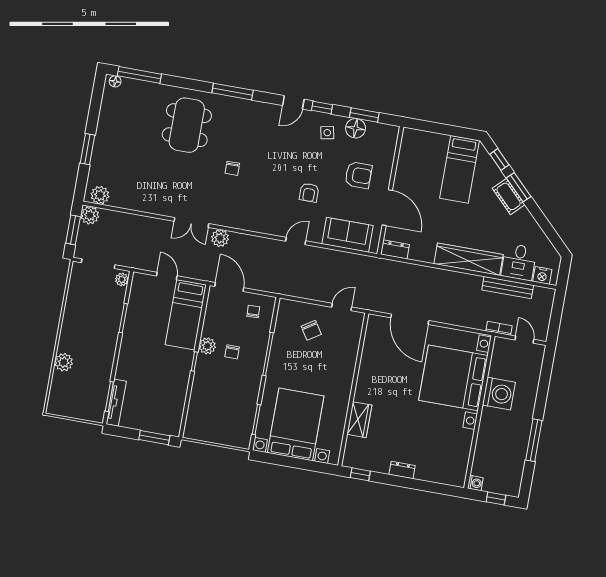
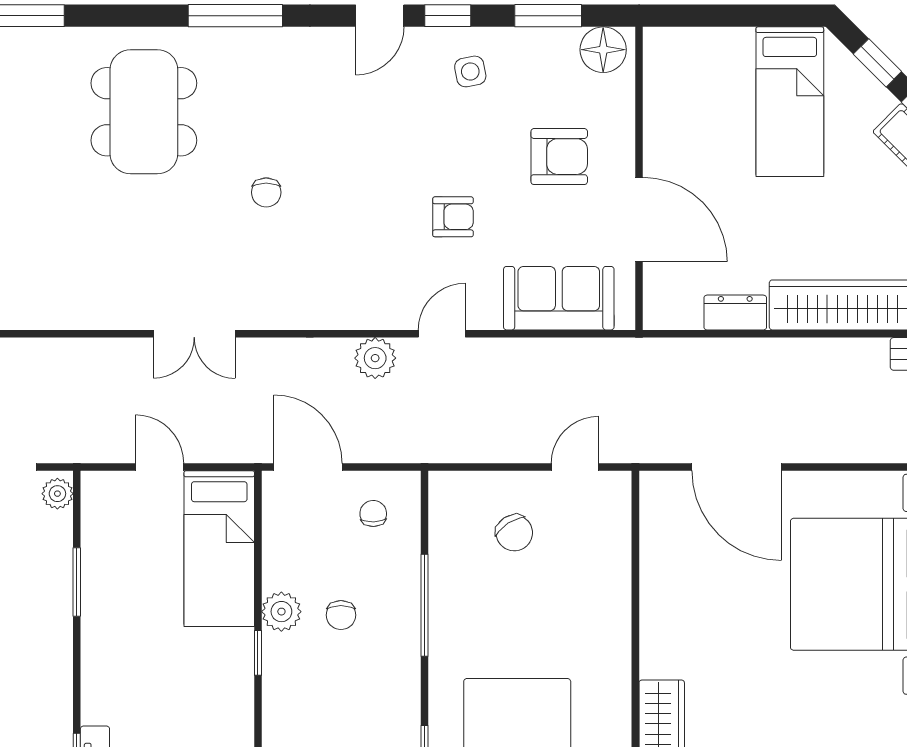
floor lamp: (356, 128) -> (603, 50), moved
armchair: (309, 193) -> (453, 217), turned -90
plant: (220, 238) -> (375, 358), moved
dresser: (395, 249) -> (735, 313), moved

